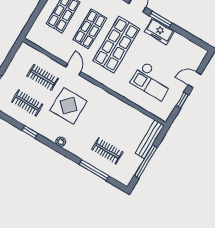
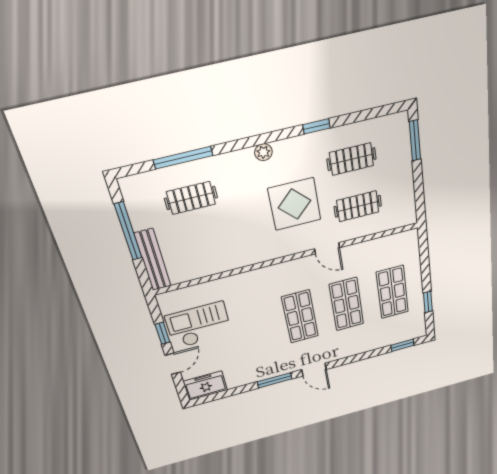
freezer: (159, 31) -> (205, 386), moved
shop shelf: (116, 45) -> (300, 317), width x0.70, depth x0.74
checkout: (152, 81) -> (199, 325), moved

